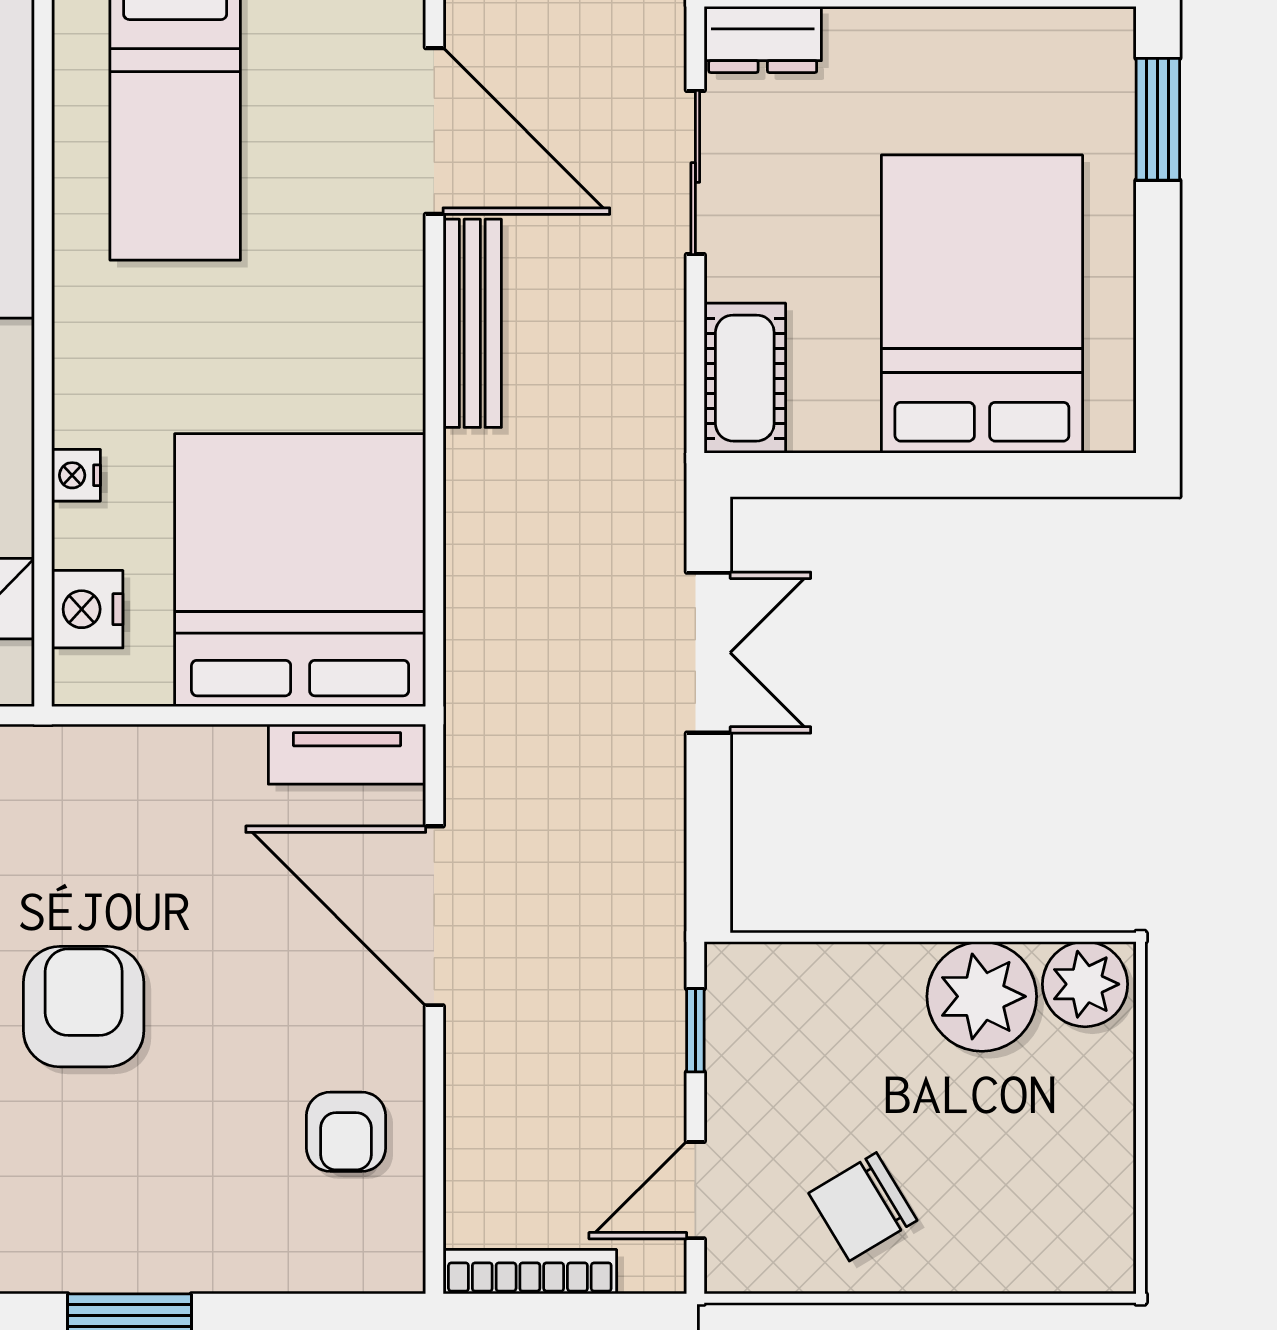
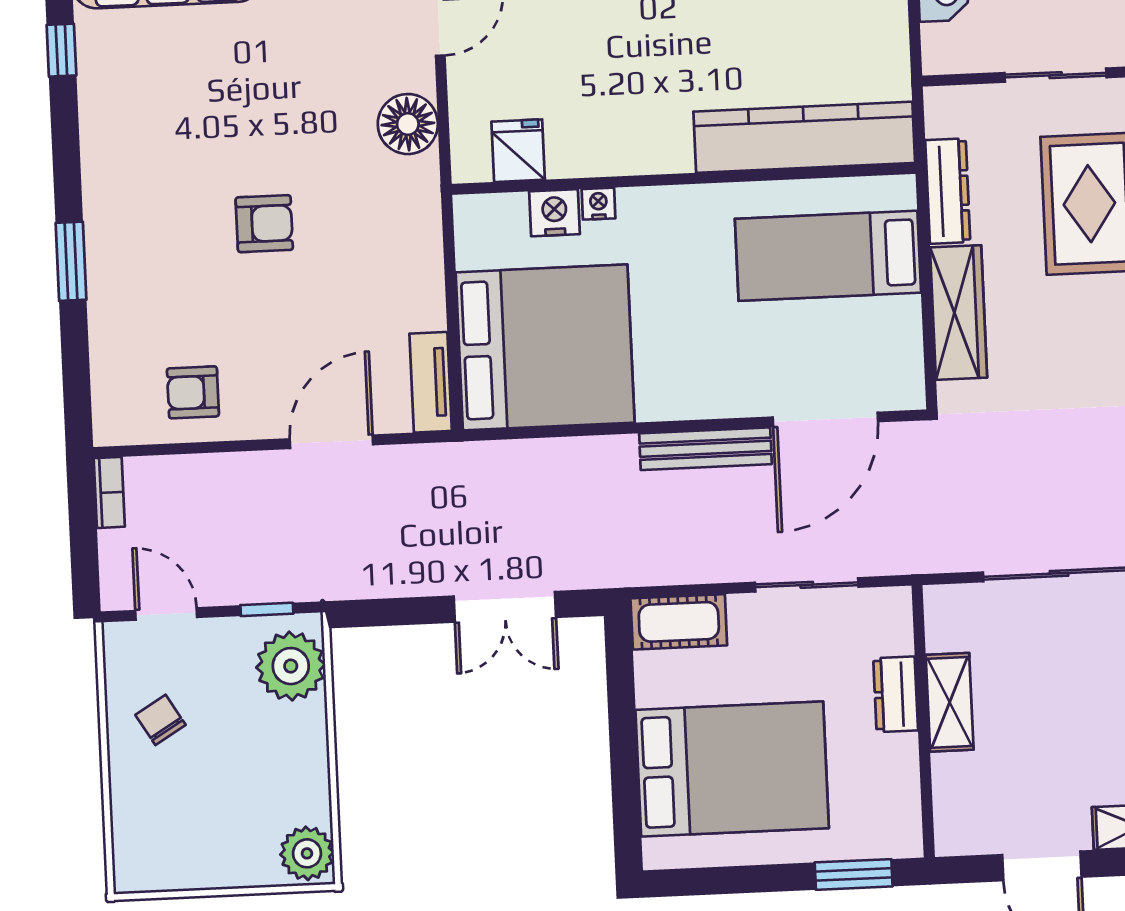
dresser: (763, 40) -> (896, 694), moved
nightstand: (87, 609) -> (554, 213), moved
door: (434, 916) -> (331, 442), width x0.73
plant: (982, 996) -> (291, 666), moved
armchair: (84, 1007) -> (264, 224), width x0.72, depth x0.72
chair: (863, 1207) -> (161, 720), width x0.73, depth x0.73
bookcase: (530, 1272) -> (109, 492), width x0.64

